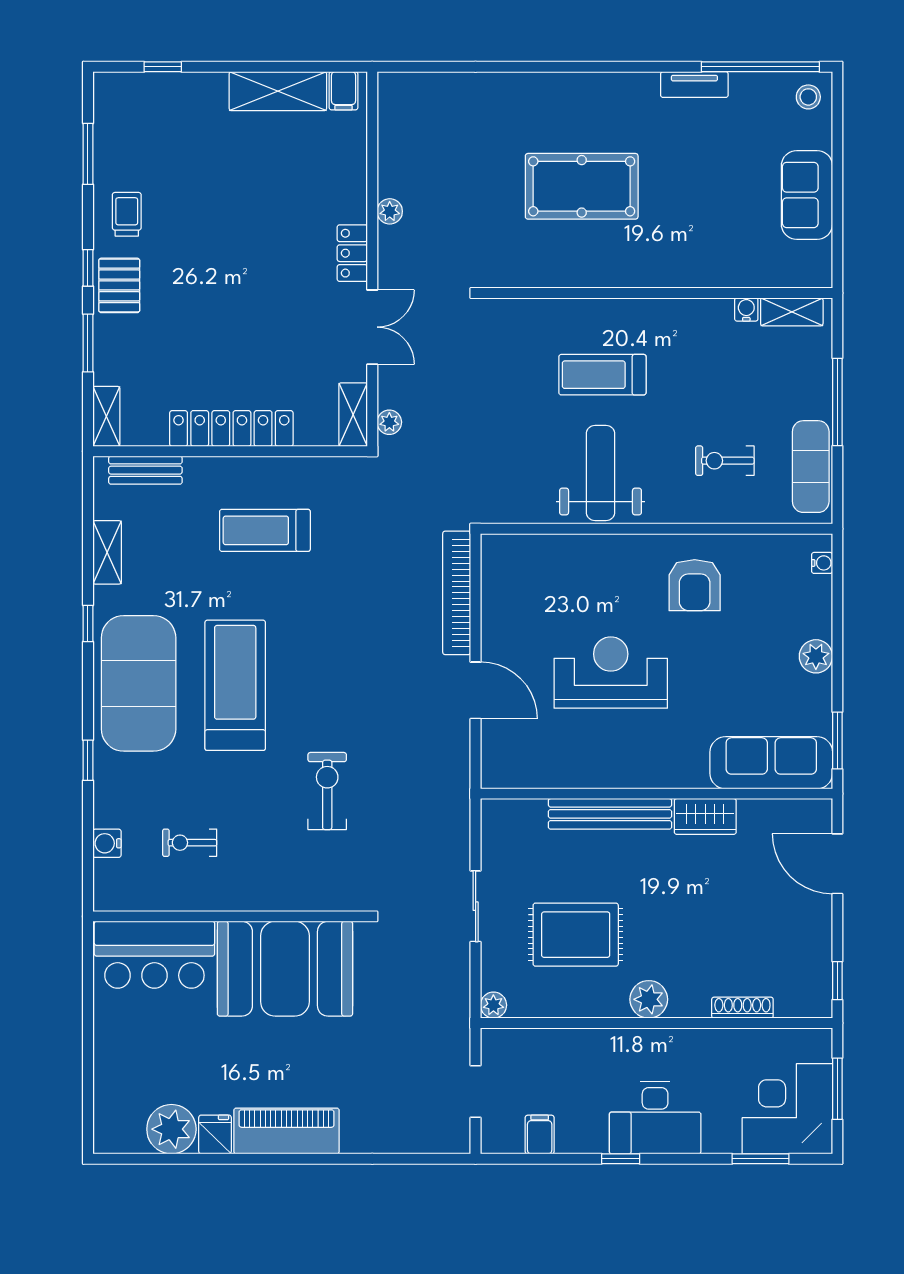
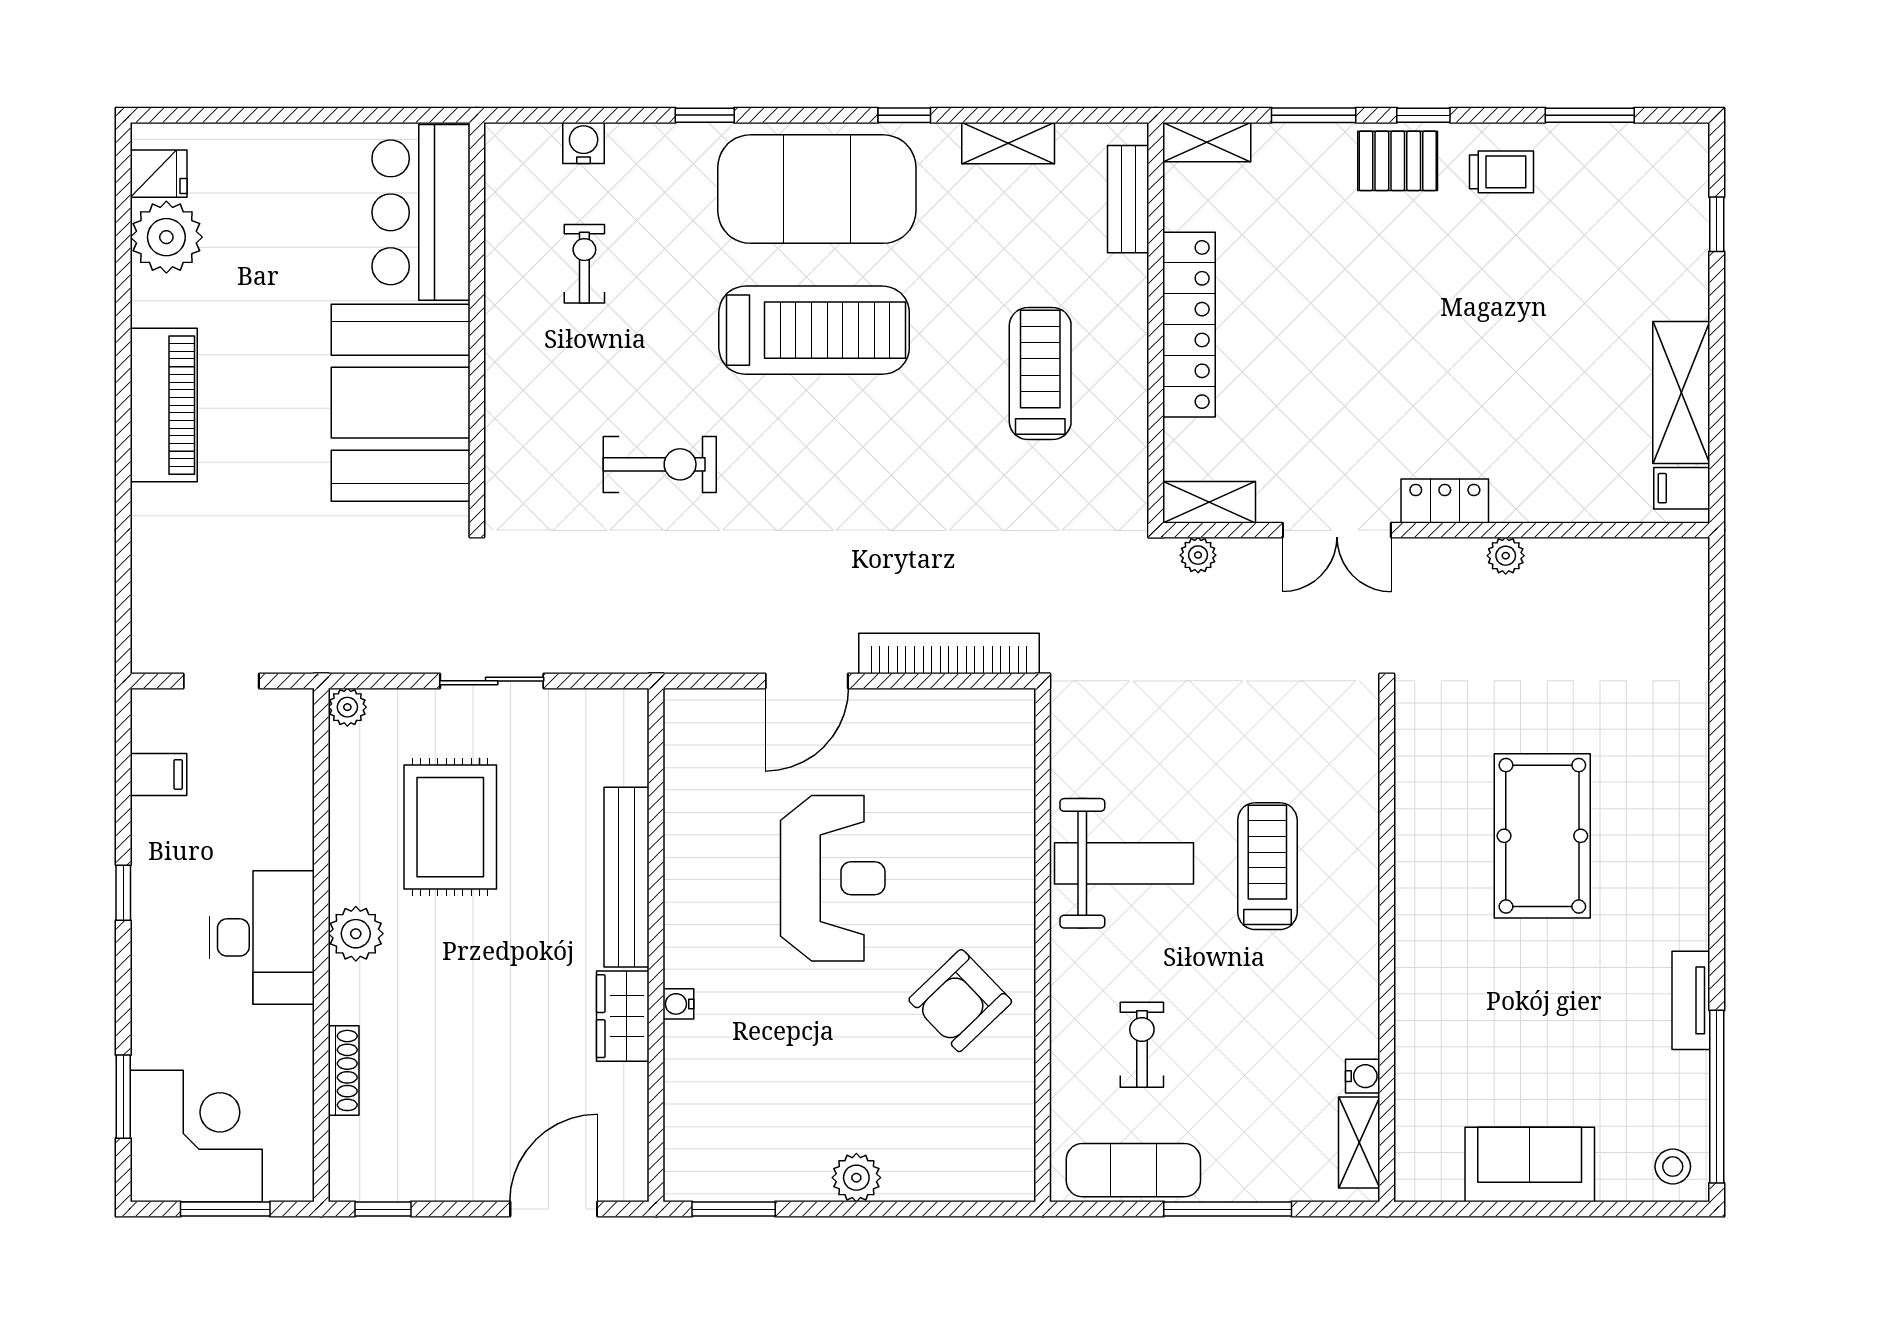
water cooler: (822, 563) -> (678, 1004), moved, turned 90
armchair: (695, 585) -> (960, 1001), turned -44
sofa: (771, 763) -> (701, 1112), removed
desk: (655, 1118) -> (262, 937), moved, turned 180
fridge: (215, 1134) -> (159, 174), moved

